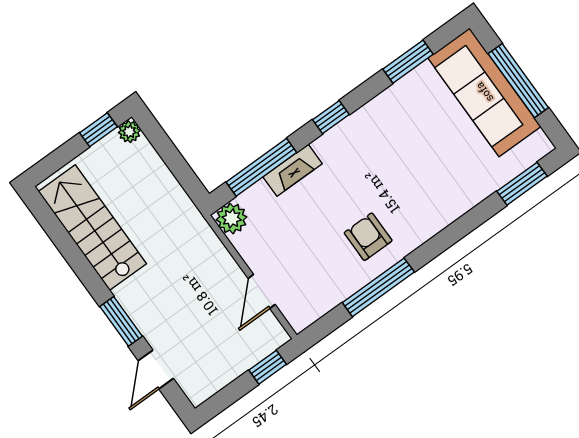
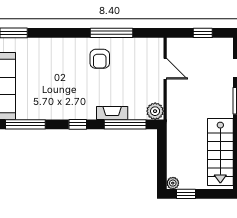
window: (408, 62) -> (25, 124), width x1.44
door: (262, 291) -> (165, 69), hinge flipped
window: (268, 367) -> (203, 33), moved

